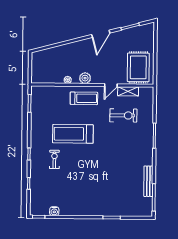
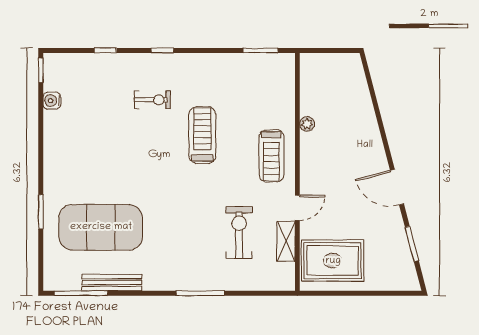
plant: (85, 78) -> (311, 158), removed
door: (111, 85) -> (297, 208), swing flipped
exercise bike: (123, 115) -> (239, 233), turned 180
treadmill: (73, 134) -> (202, 135), width x0.73, depth x0.73
exercise mat: (120, 187) -> (101, 227), added

